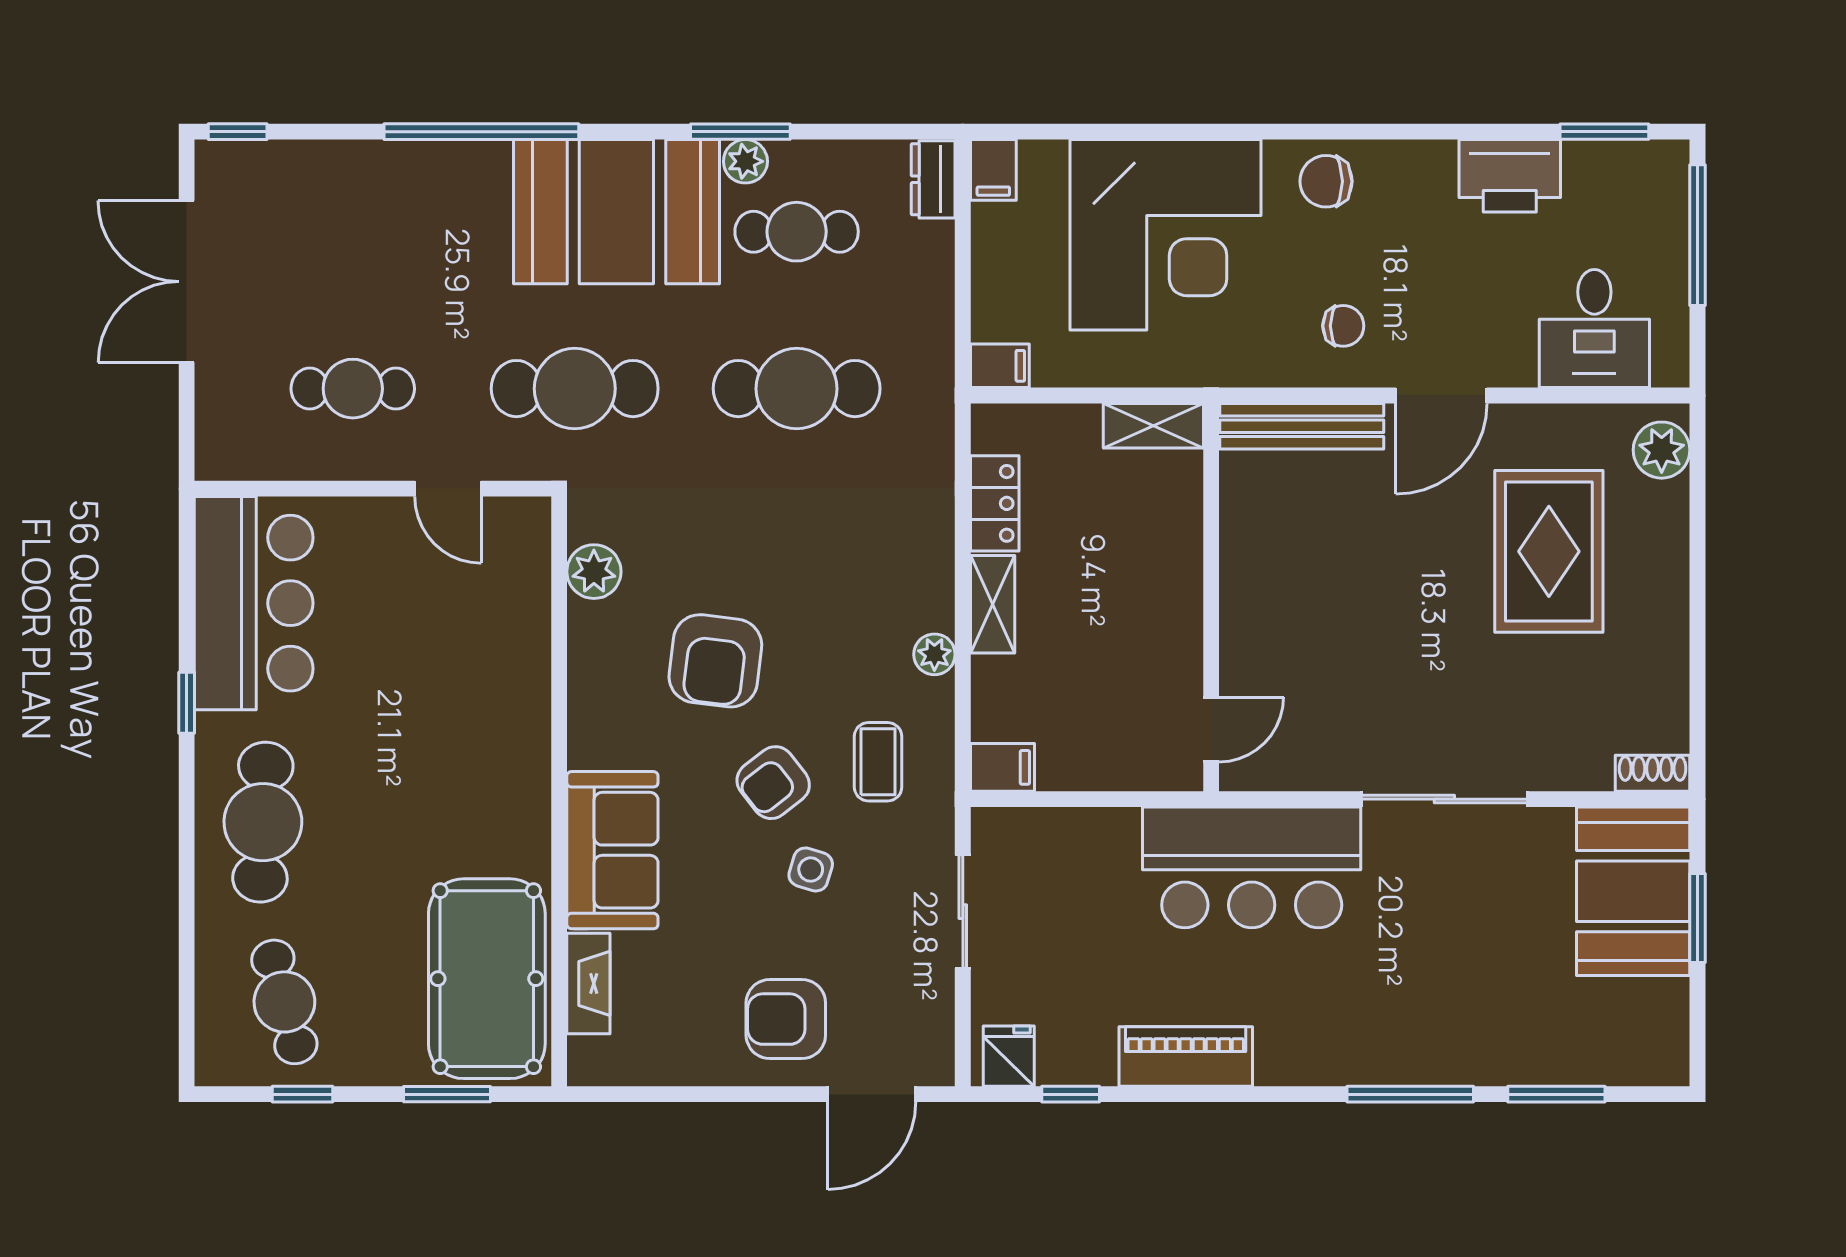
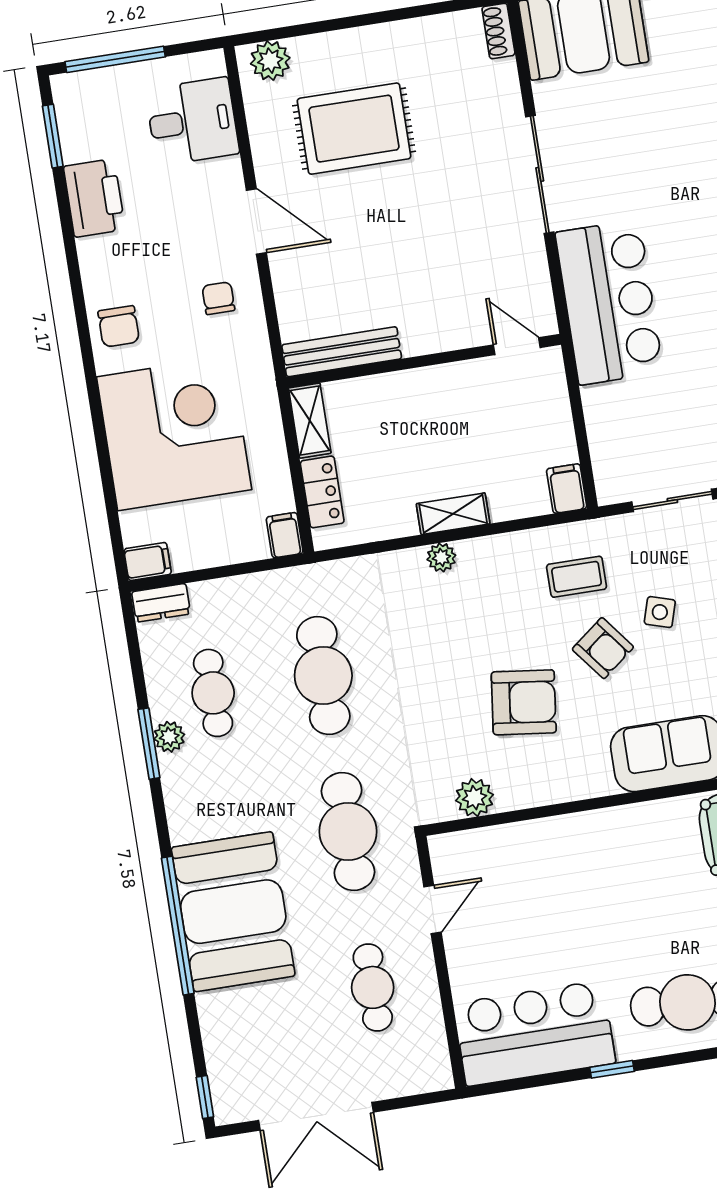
booth: (616, 212) -> (233, 912), moved
bench: (1302, 426) -> (342, 352), moved, turned 90
locker: (995, 503) -> (322, 492), moved, turned 90
plant: (934, 654) -> (441, 557), moved

